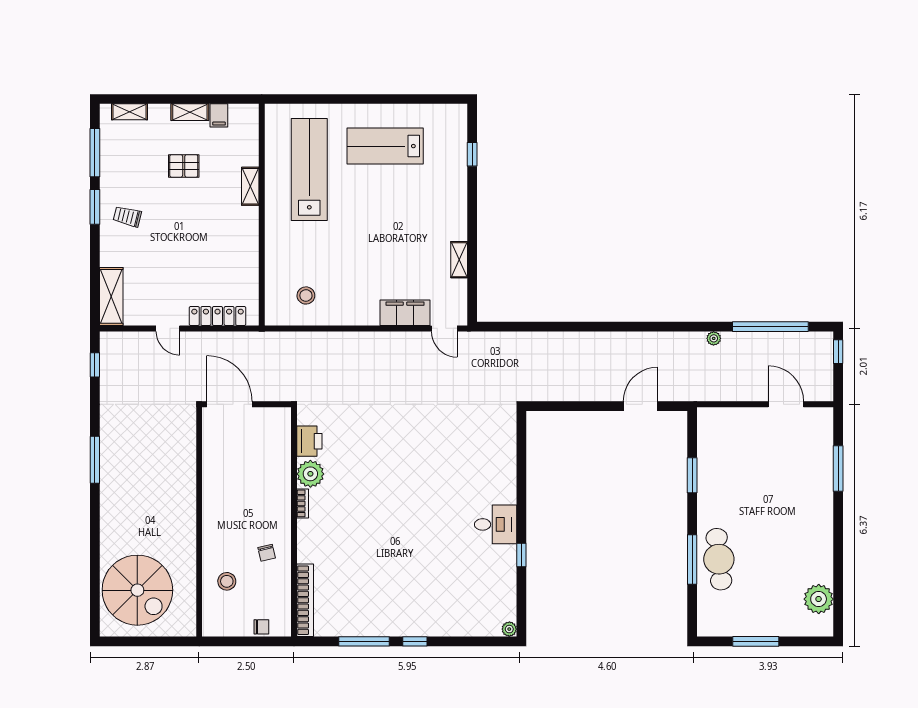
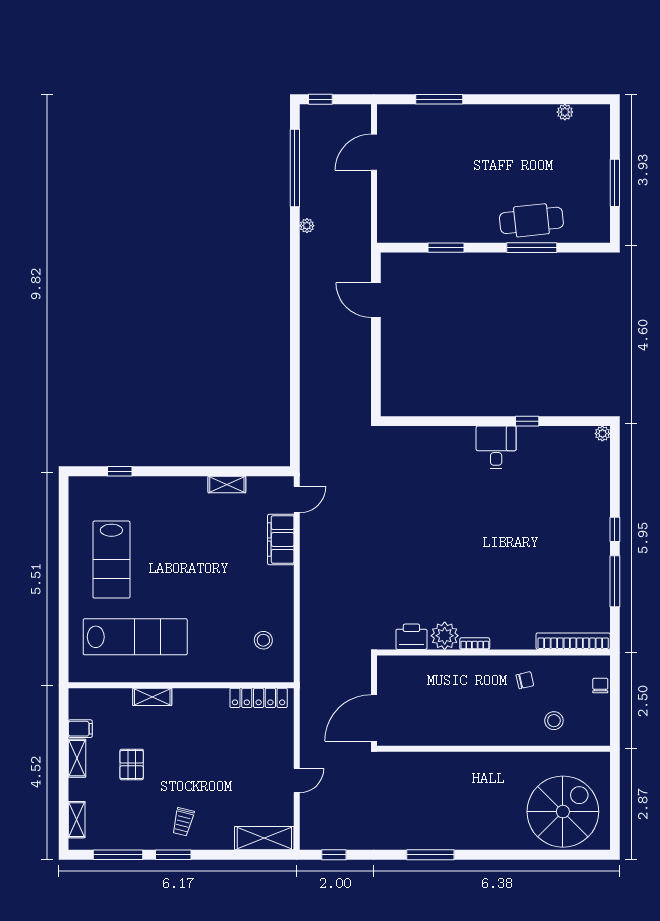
lab bench: (309, 169) -> (135, 637), turned 180
locker: (218, 316) -> (259, 698), moved, turned -90
plant: (819, 599) -> (565, 112), width x0.53, depth x0.53

